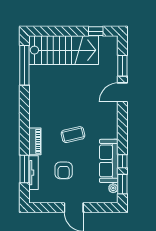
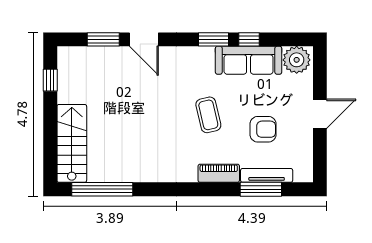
stairs: (64, 50) -> (72, 143), width x0.73, depth x0.66
window: (122, 184) -> (214, 39), moved
plant: (113, 188) -> (297, 60), width x1.87, depth x1.87

